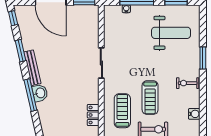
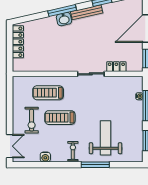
weight bench: (171, 33) -> (105, 138), moved, turned 180
window: (203, 58) -> (95, 165), width x1.44
treadmill: (122, 111) -> (48, 93), turned 180
locker: (93, 115) -> (116, 67), moved

